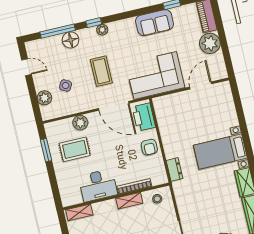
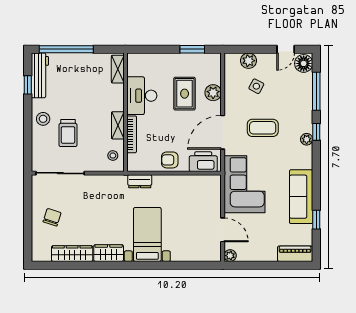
sofa: (155, 23) -> (301, 197), width x1.36
floor lamp: (71, 40) -> (304, 63), moved
plant: (210, 43) -> (230, 256), moved, width x0.53, depth x0.53
rug: (75, 149) -> (185, 94), moved

